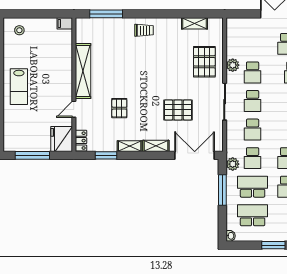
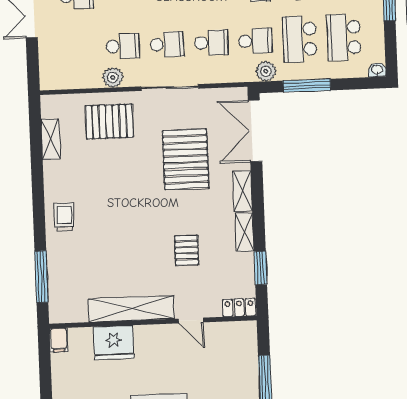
pallet: (119, 108) -> (187, 250), turned 90
pallet: (178, 110) -> (186, 159), width x1.37, depth x1.41
fridge: (62, 139) -> (114, 343), moved

